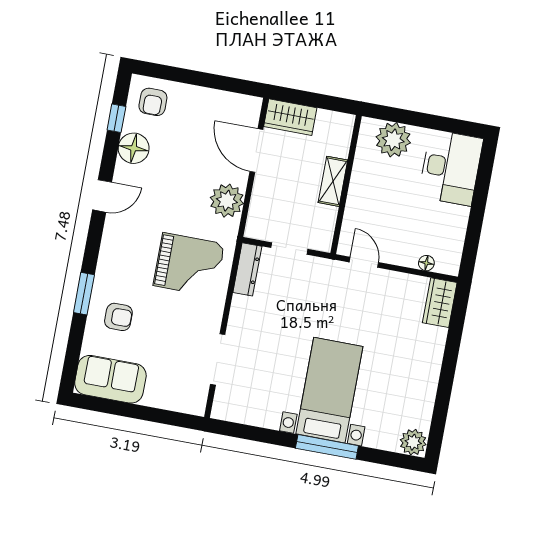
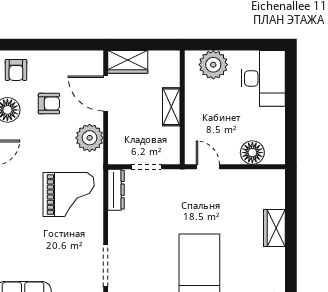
floor lamp: (426, 263) -> (252, 153), width x1.89, depth x1.89
wardrobe: (440, 303) -> (274, 228), moved
armchair: (118, 317) -> (49, 104), moved

